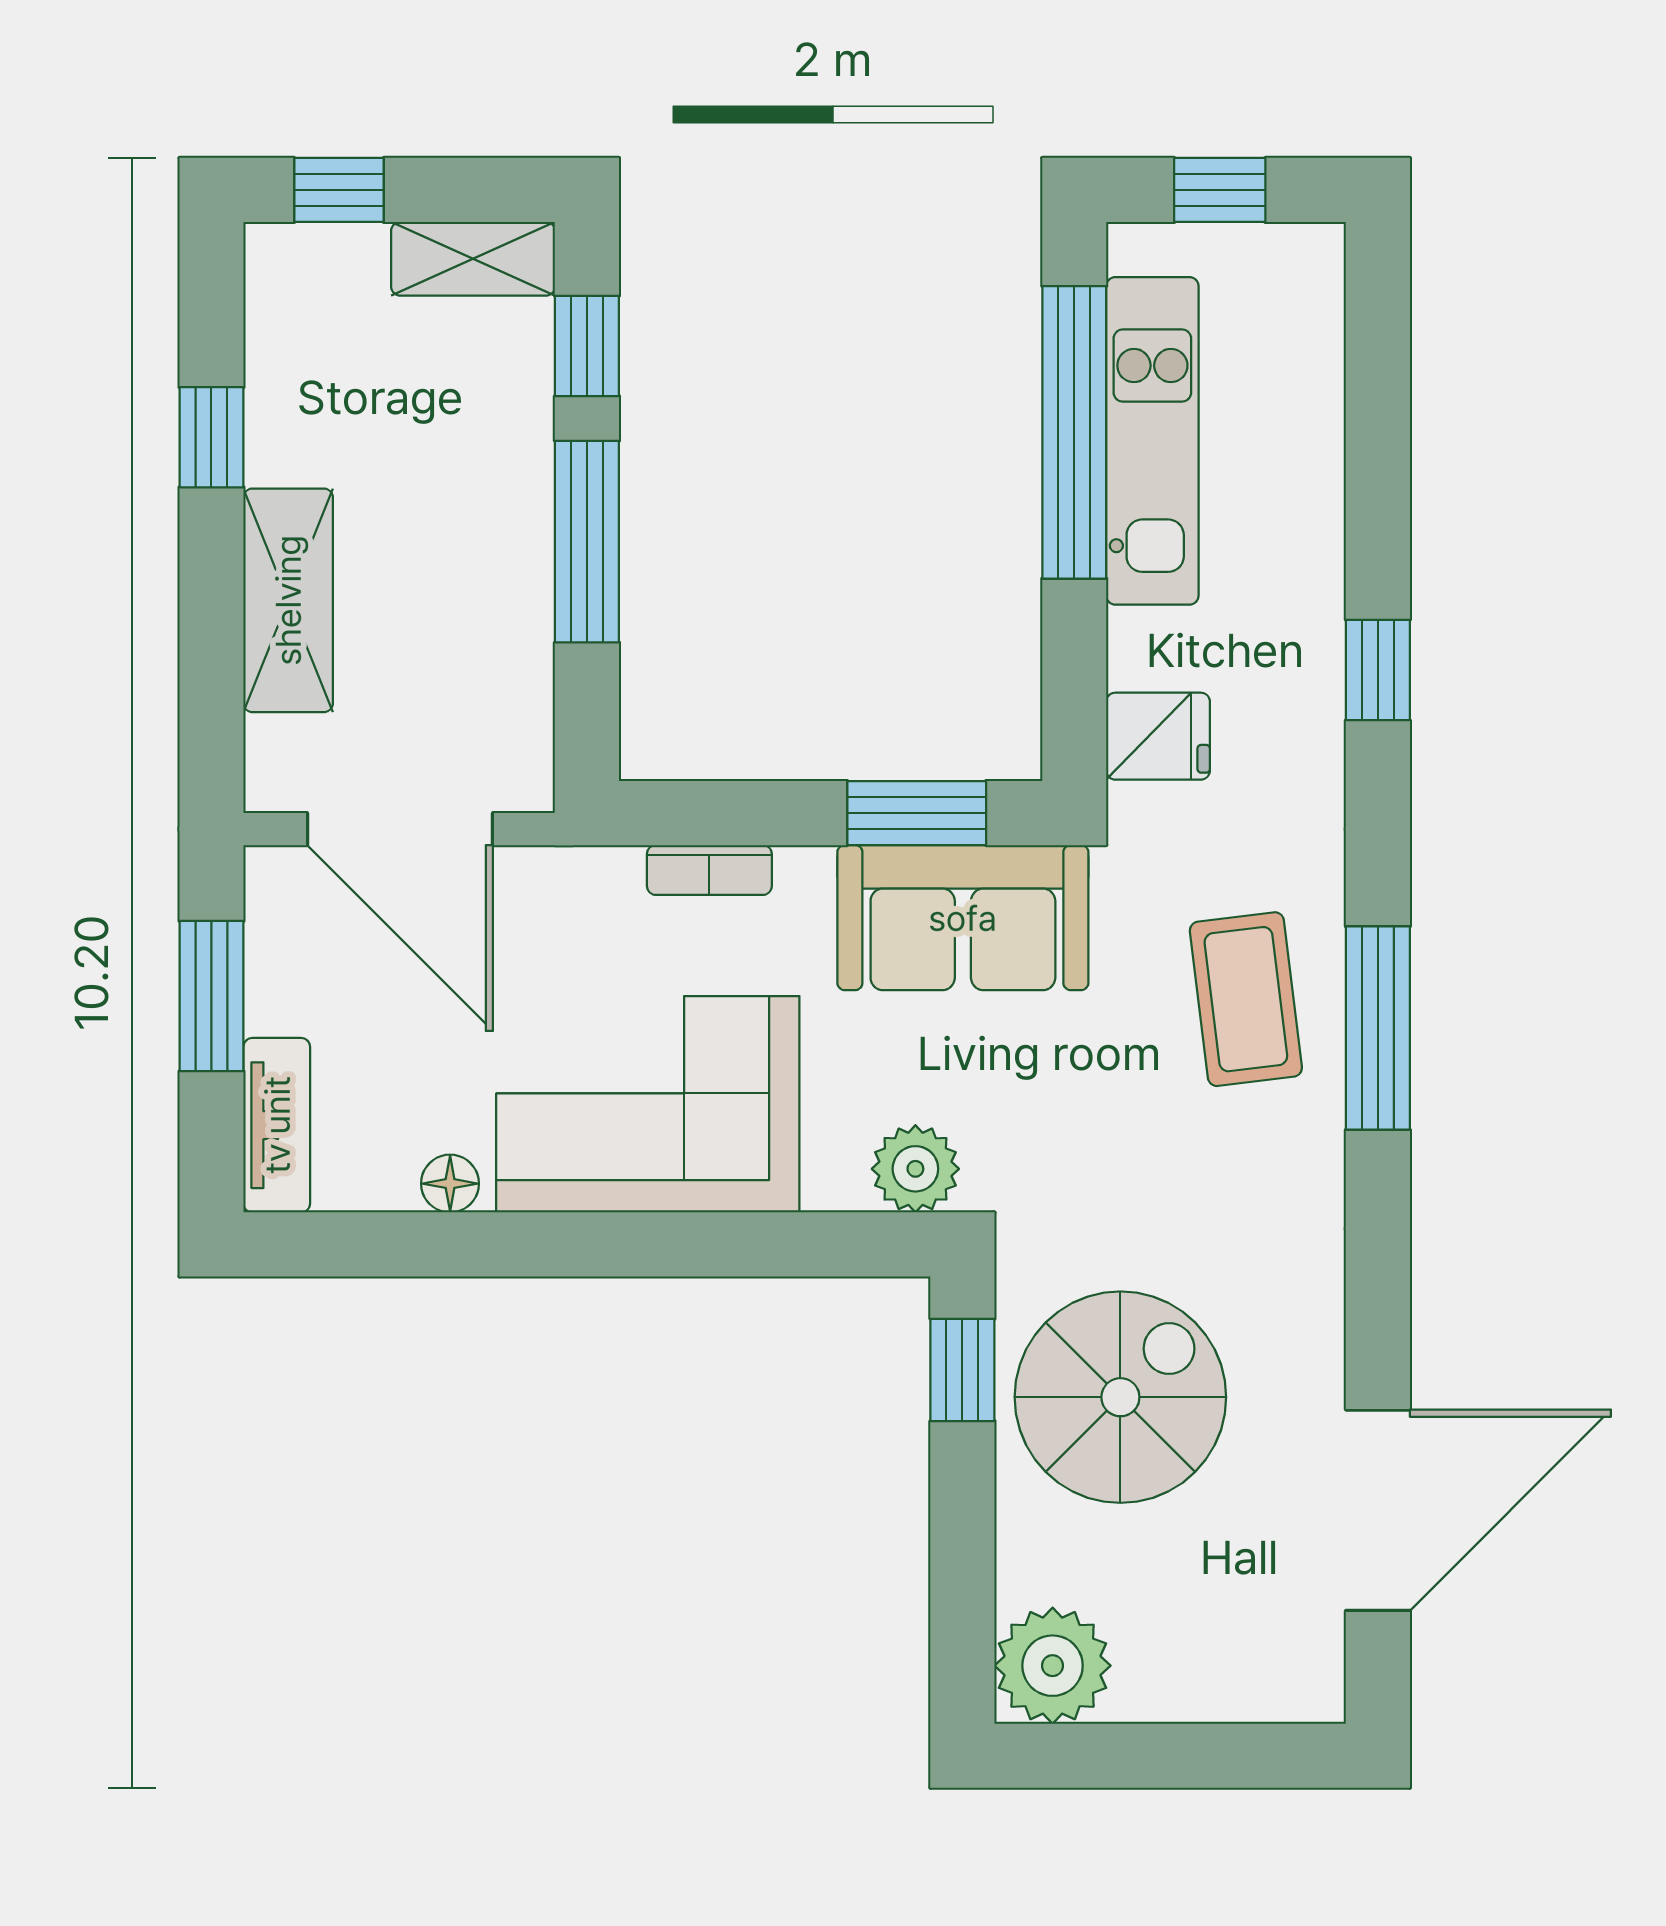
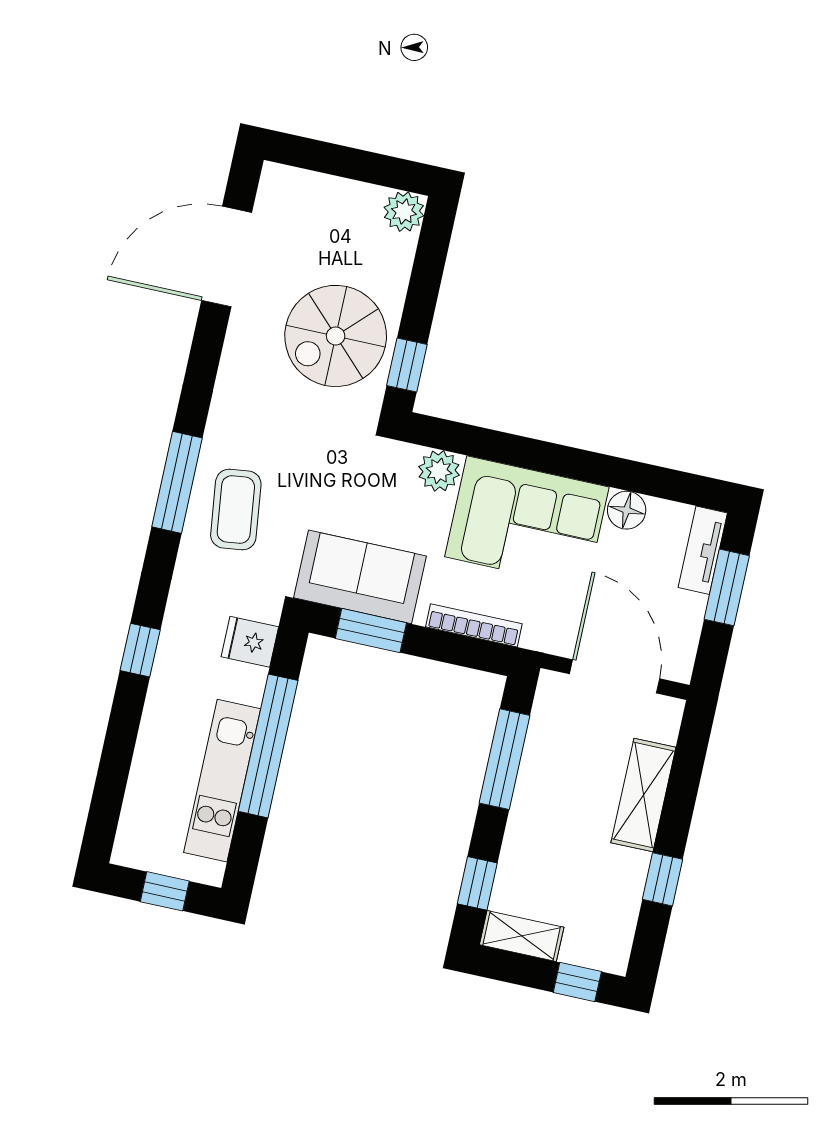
window: (1074, 432) -> (268, 746), moved
window: (587, 542) -> (505, 759), moved
bookcase: (709, 870) -> (474, 625), width x1.56
window: (211, 996) -> (727, 587), moved
plant: (915, 1169) -> (439, 471), moved
floor lamp: (450, 1184) -> (627, 510), width x1.37, depth x1.37
plant: (1053, 1666) -> (404, 212), width x0.73, depth x0.73

